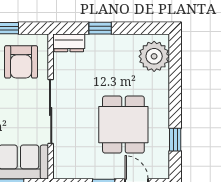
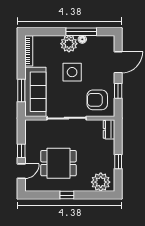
window: (100, 28) -> (118, 162), moved
window: (175, 140) -> (67, 195), moved

